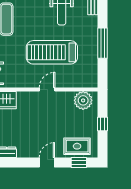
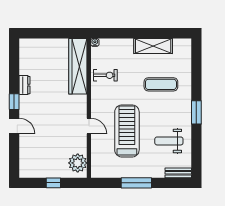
rug: (77, 146) -> (31, 157), removed
window: (79, 162) -> (14, 102), moved

